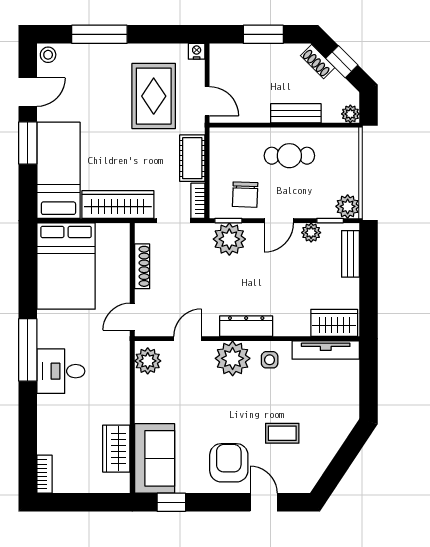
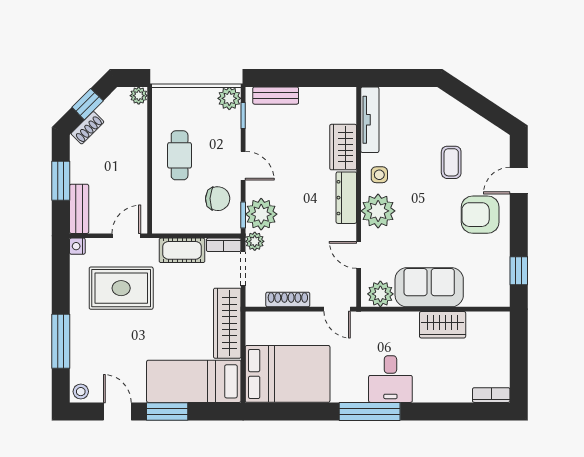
bench: (296, 113) -> (79, 209), moved
plant: (311, 233) -> (255, 241), moved
wardrobe: (334, 323) -> (343, 147), moved
wardrobe: (116, 449) -> (443, 325), moved
sofa: (155, 458) -> (429, 287), moved

